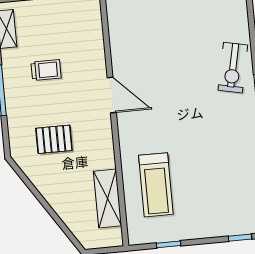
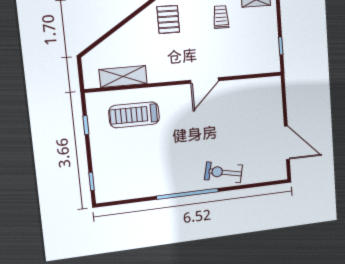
trolley: (46, 70) -> (221, 17), moved, turned 180
pallet: (54, 139) -> (168, 19), moved

